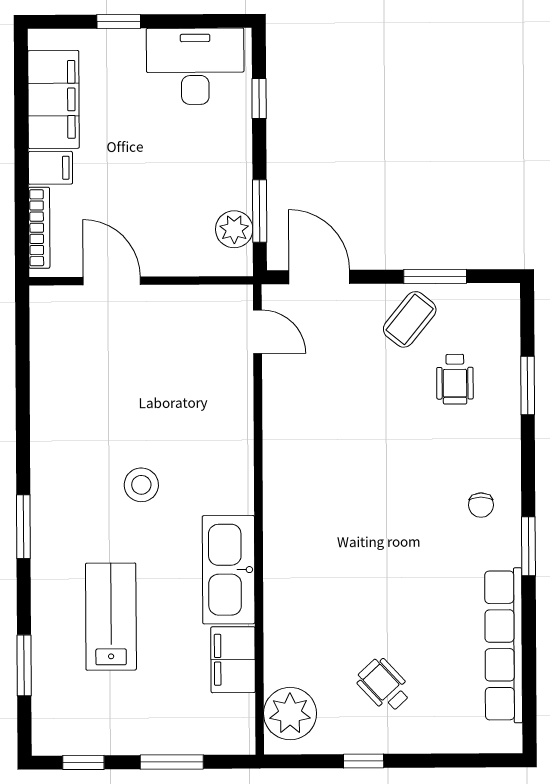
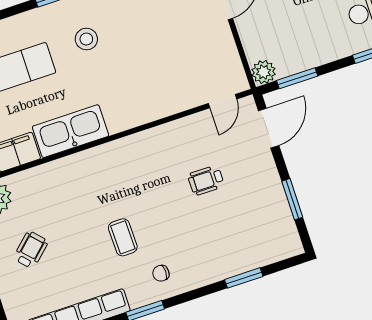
plant: (234, 229) -> (264, 72), moved
coffee table: (410, 319) -> (123, 237), moved, turned 50
wheelchair: (455, 379) -> (206, 180), moved
stool: (141, 485) -> (86, 39), moved

